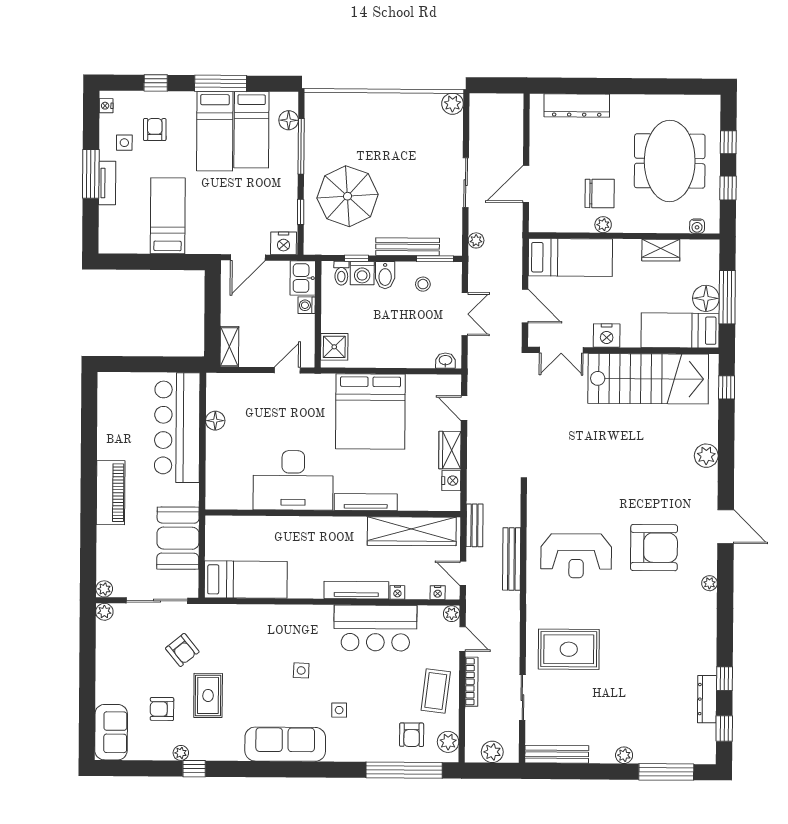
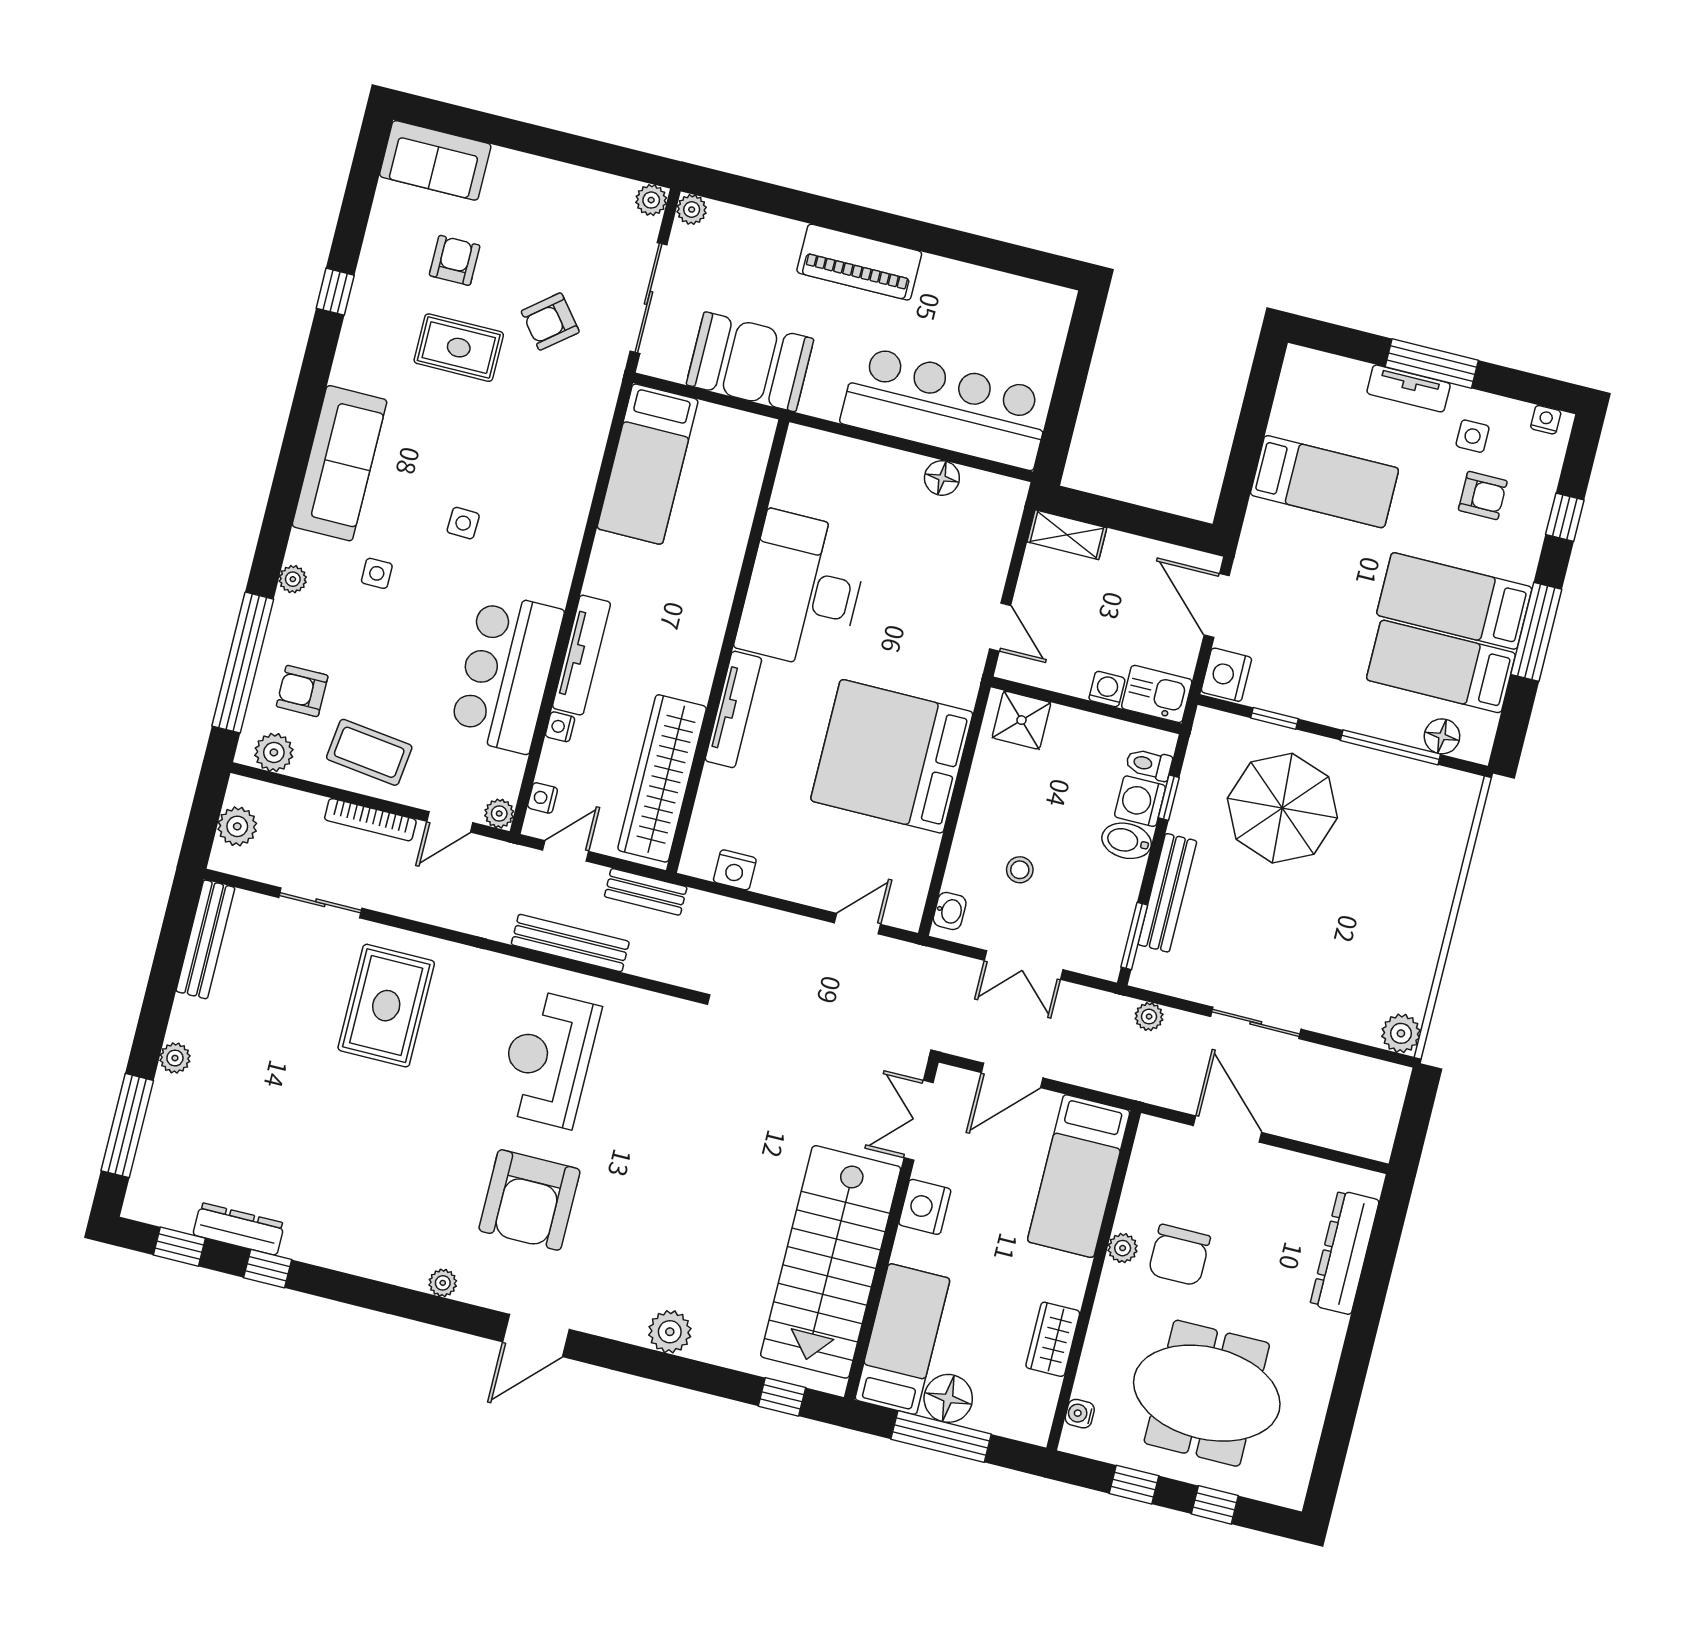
stool: (423, 284) -> (1020, 870), moved
wardrobe: (450, 450) -> (789, 881), removed
plant: (181, 753) -> (293, 579), moved

